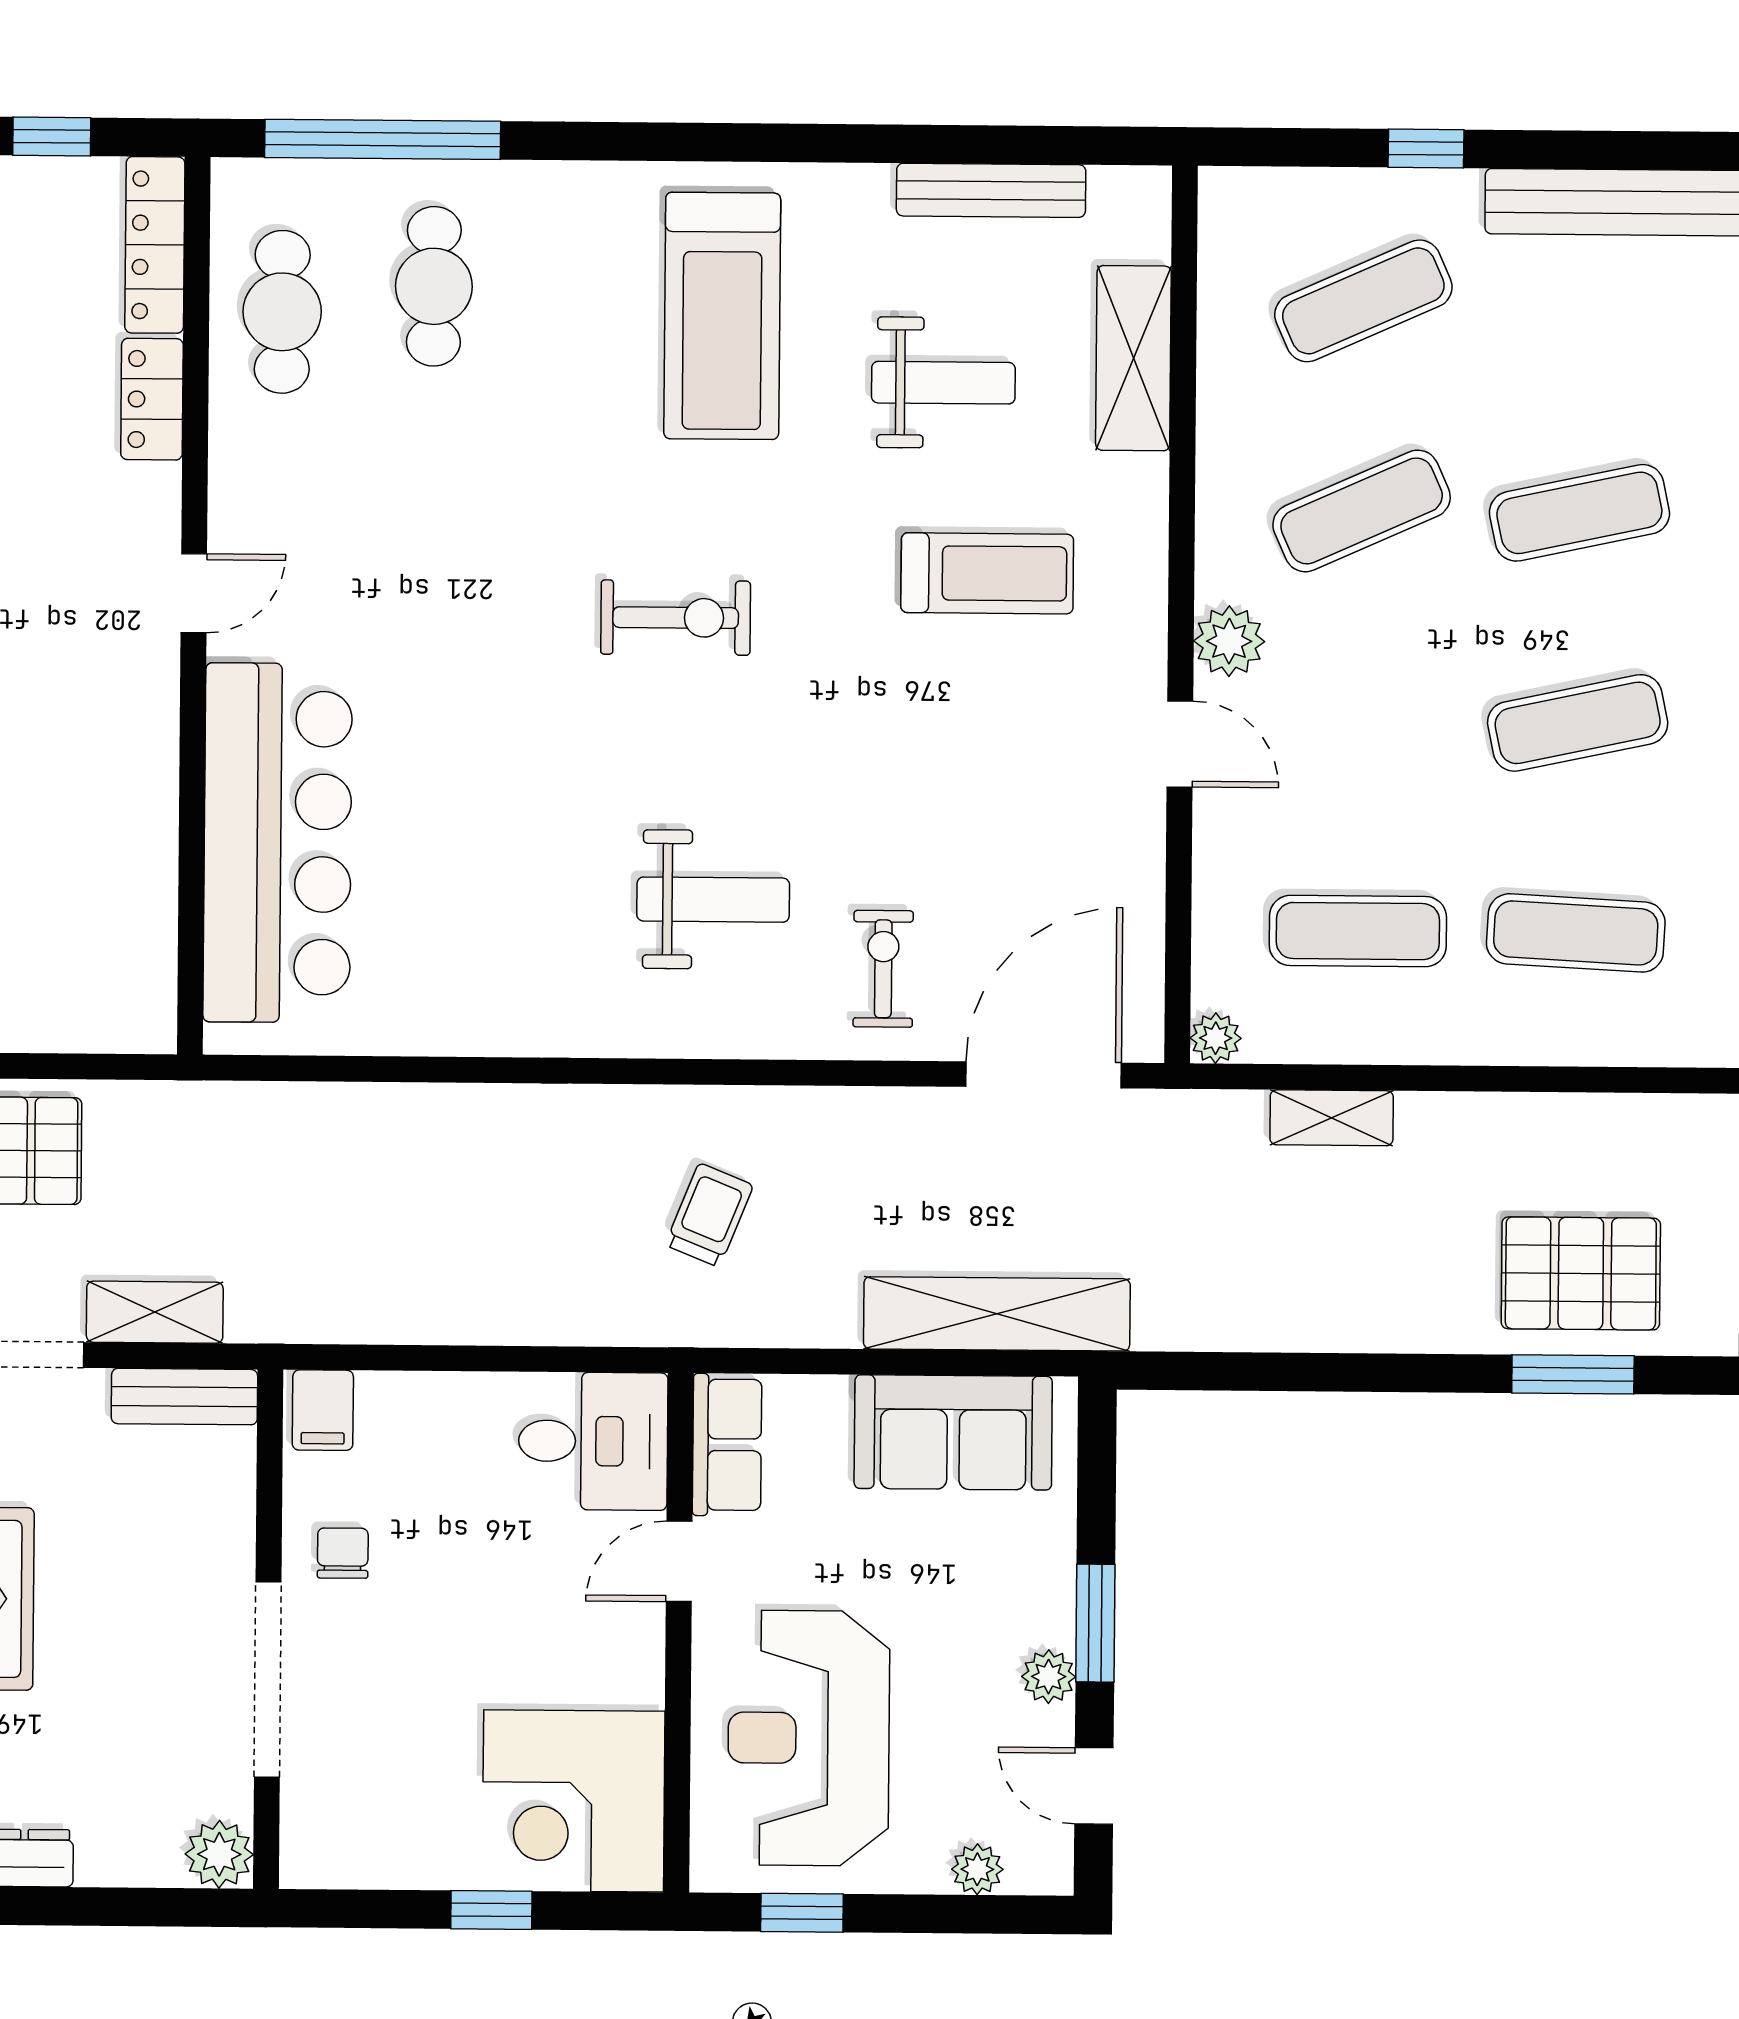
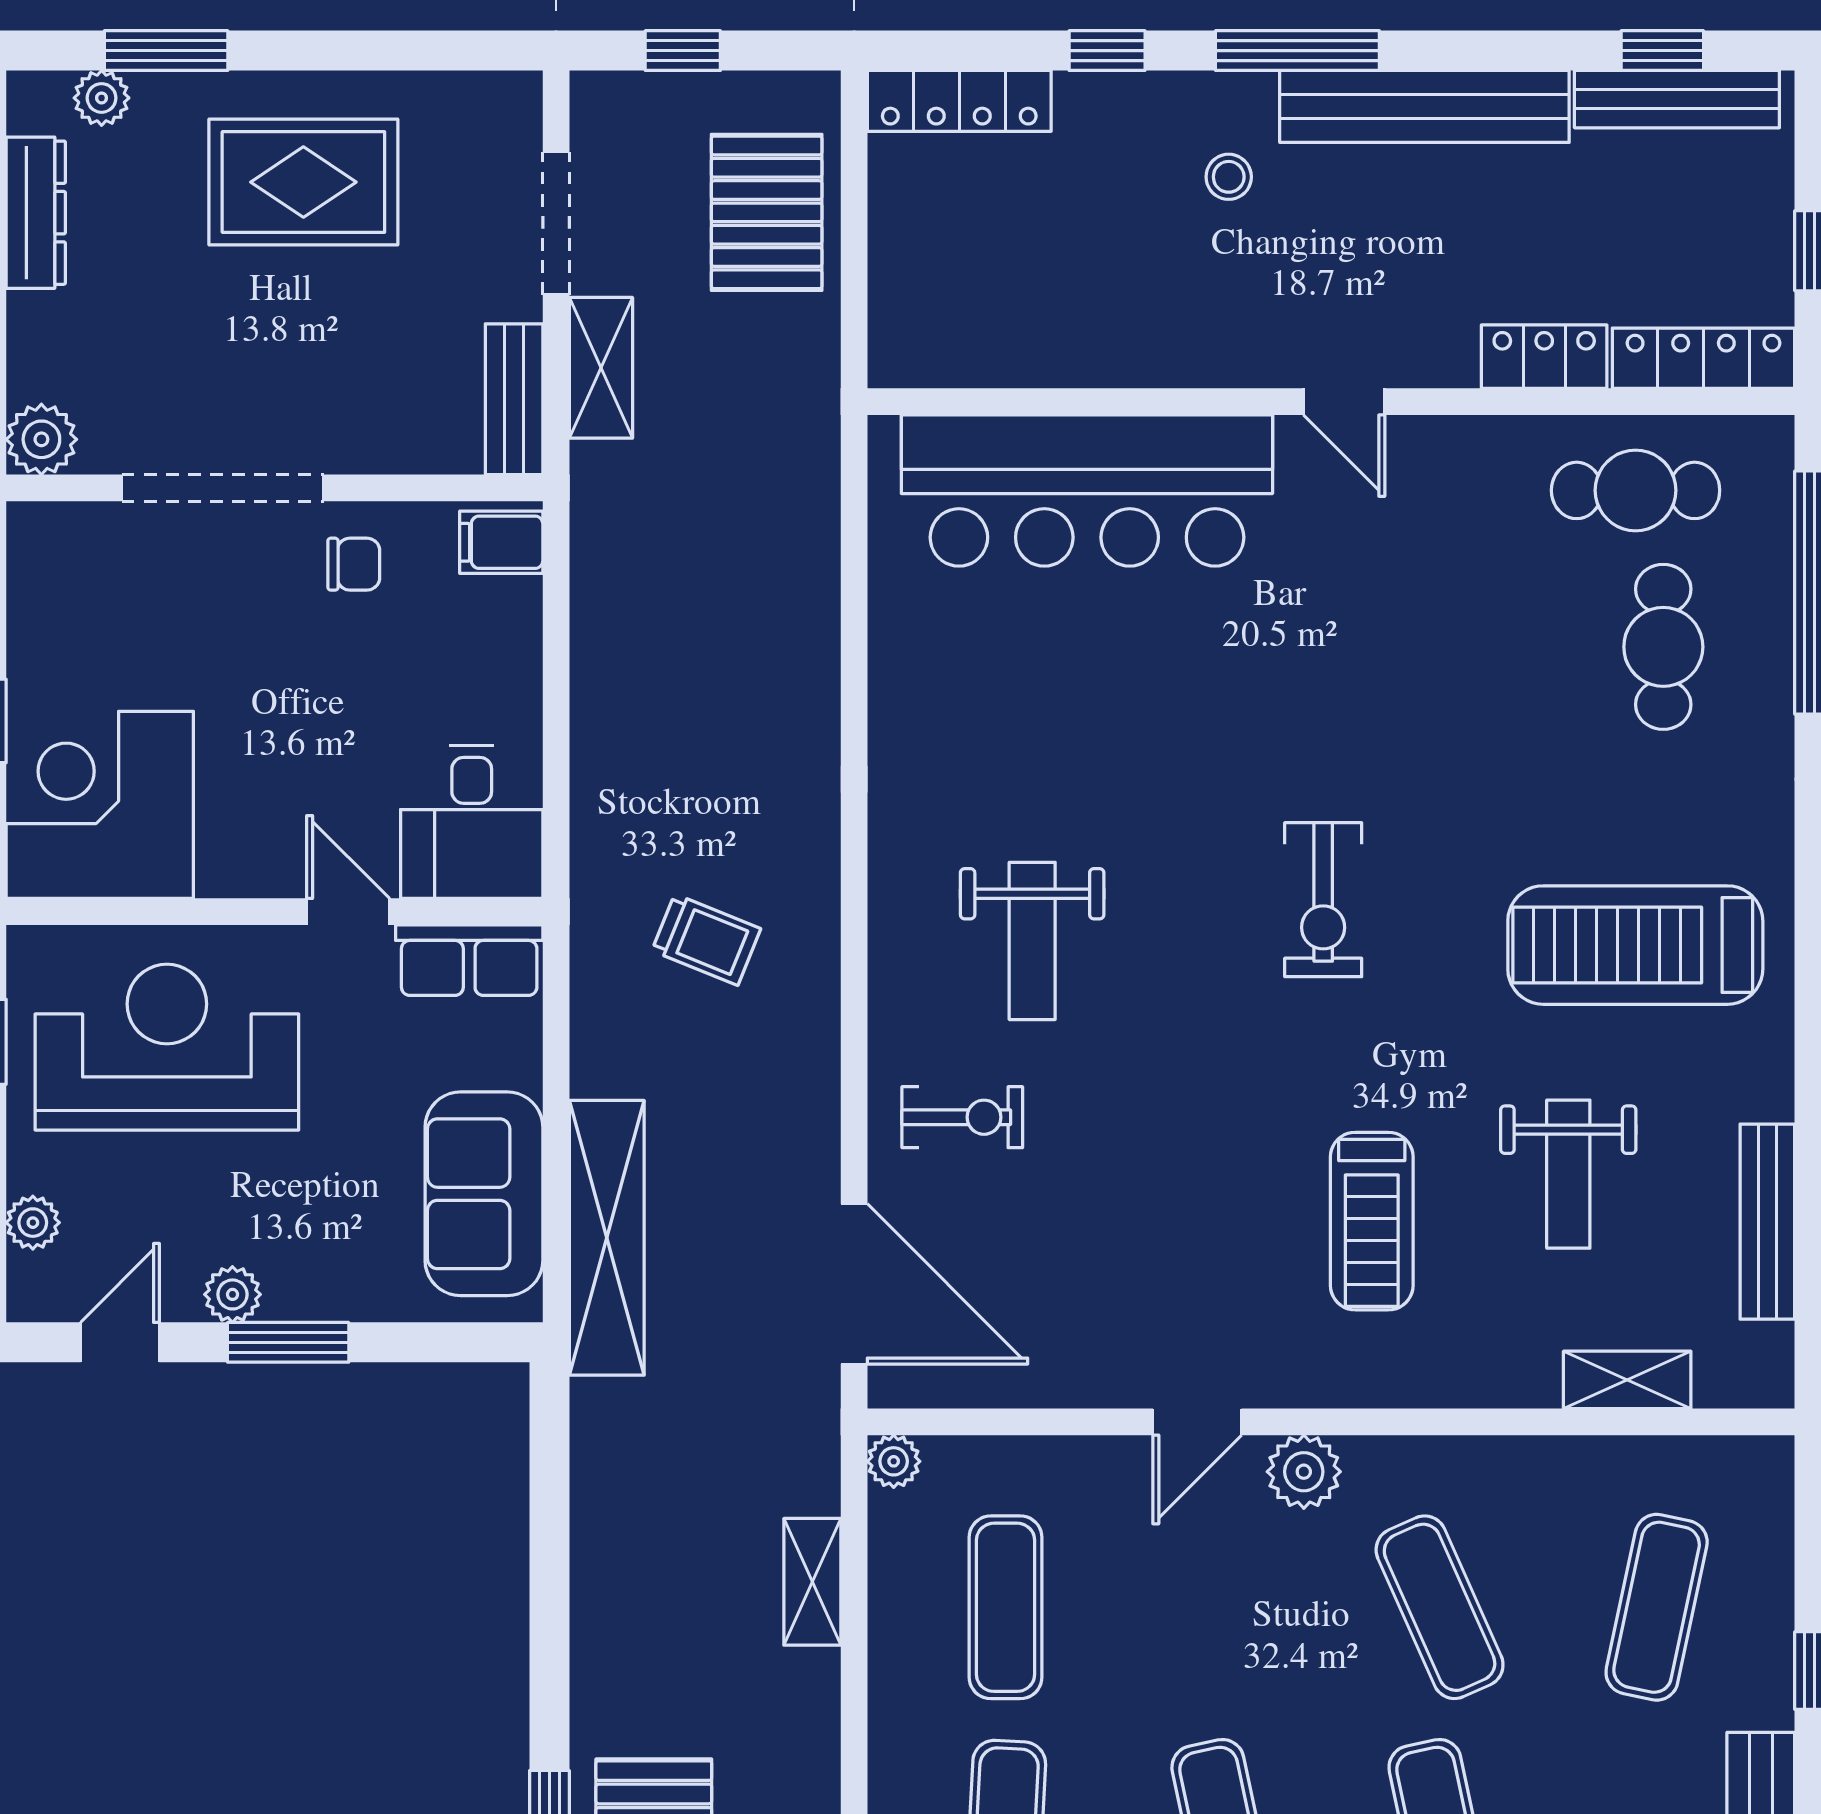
cafe table: (434, 286) -> (1663, 647), turned 90
exercise mat: (1363, 301) -> (1657, 1607), turned 36
shelving: (1133, 358) -> (1627, 1380), width x0.67, depth x0.75

